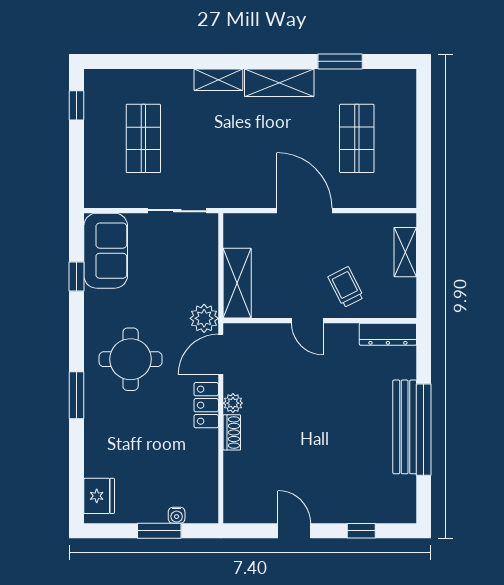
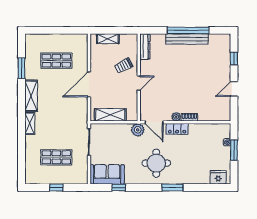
window: (77, 105) -> (56, 188), moved
shelving: (237, 283) -> (110, 115), moved

